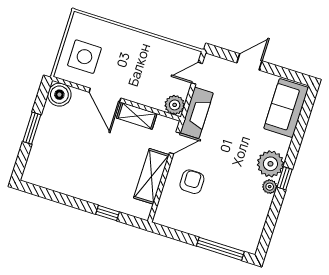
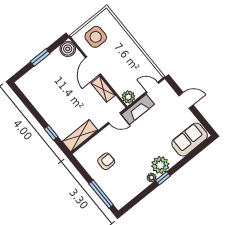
shelving: (151, 176) -> (80, 136), moved
armchair: (192, 182) -> (106, 161), moved

